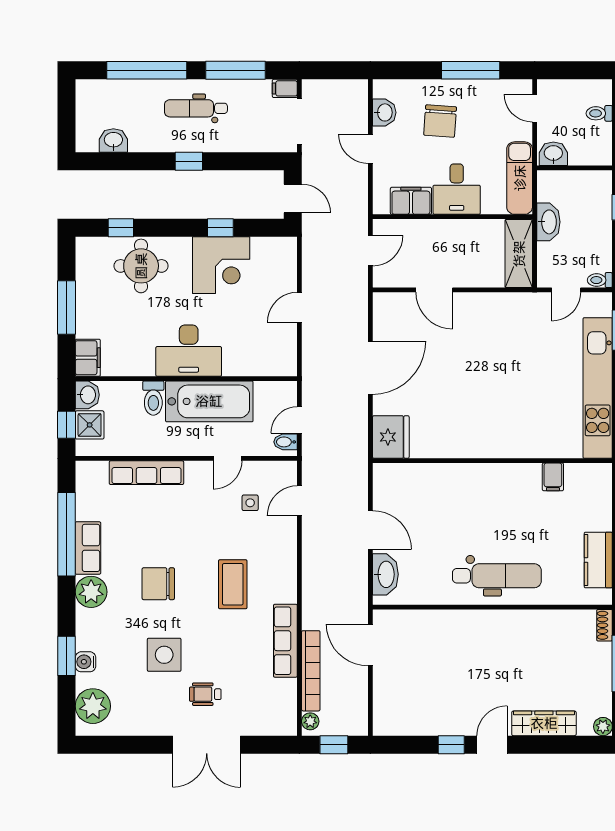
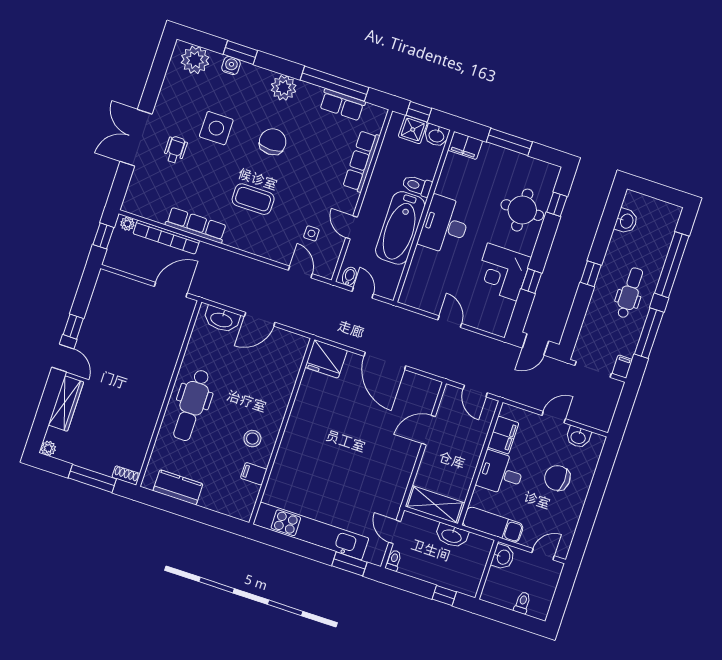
window: (471, 70) -> (589, 515), removed
stool: (512, 492) -> (252, 439), added
row of seats: (88, 548) -> (342, 105), moved

